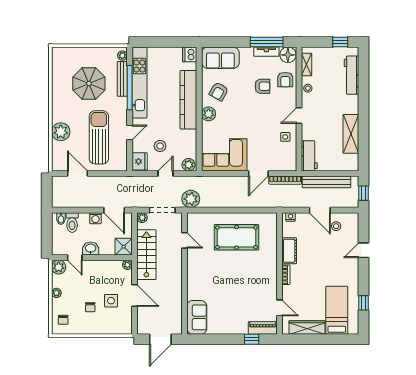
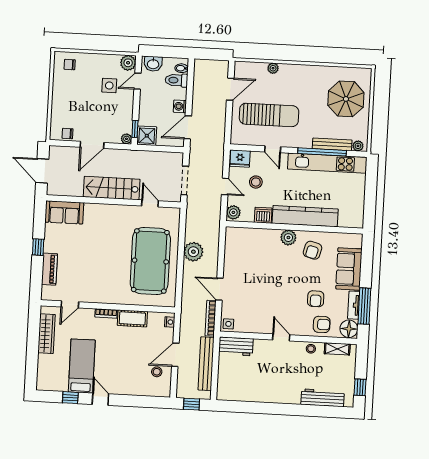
dishwasher: (190, 54) -> (263, 215), moved
sofa: (220, 58) -> (349, 269), moved
armchair: (285, 80) -> (322, 324), turned 180
parasol: (89, 83) -> (346, 99), moved
armchair: (219, 91) -> (313, 250), turned -104
plant: (61, 132) -> (273, 68), width x0.53, depth x0.53
shelving: (351, 134) -> (258, 394), removed
side table: (285, 137) -> (228, 324), moved
corner sofa: (224, 155) -> (242, 252), removed
plant: (191, 199) -> (193, 252), moved
plant: (142, 218) -> (178, 158), removed
pool table: (236, 237) -> (150, 261), width x1.36, depth x1.32
door: (184, 240) -> (150, 203), swing flipped
washbasin: (91, 249) -> (153, 64), moved, turned 90
door: (364, 250) -> (100, 399), moved
stairs: (146, 255) -> (112, 188), moved, turned 180
window: (118, 258) -> (135, 129), added
plant: (56, 293) -> (100, 59), removed
side table: (111, 301) -> (109, 86), moved
chair: (90, 307) -> (68, 134), moved
bed: (337, 310) -> (82, 366), moved, turned -90
piano: (263, 328) -> (49, 269), moved
window: (252, 339) -> (38, 247), moved

